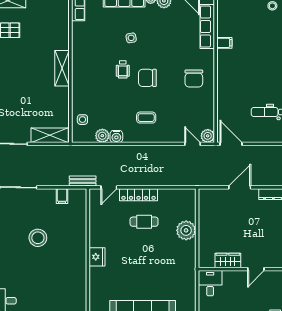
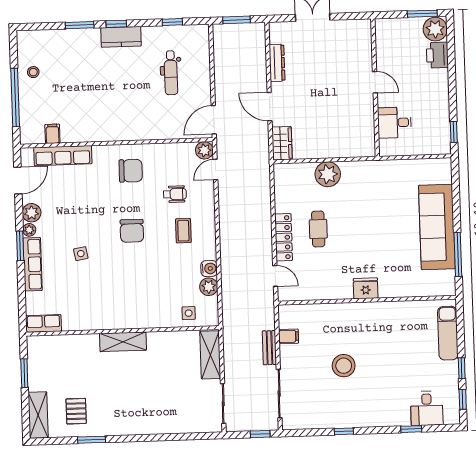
filing cabinet: (224, 43) -> (52, 134), moved
wheelchair: (123, 69) -> (175, 194), moved
bench: (83, 181) -> (269, 348), moved
wardrobe: (228, 261) -> (282, 143), moved, turned 180
desk: (210, 283) -> (394, 123), moved

